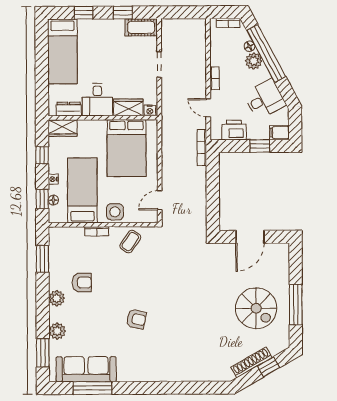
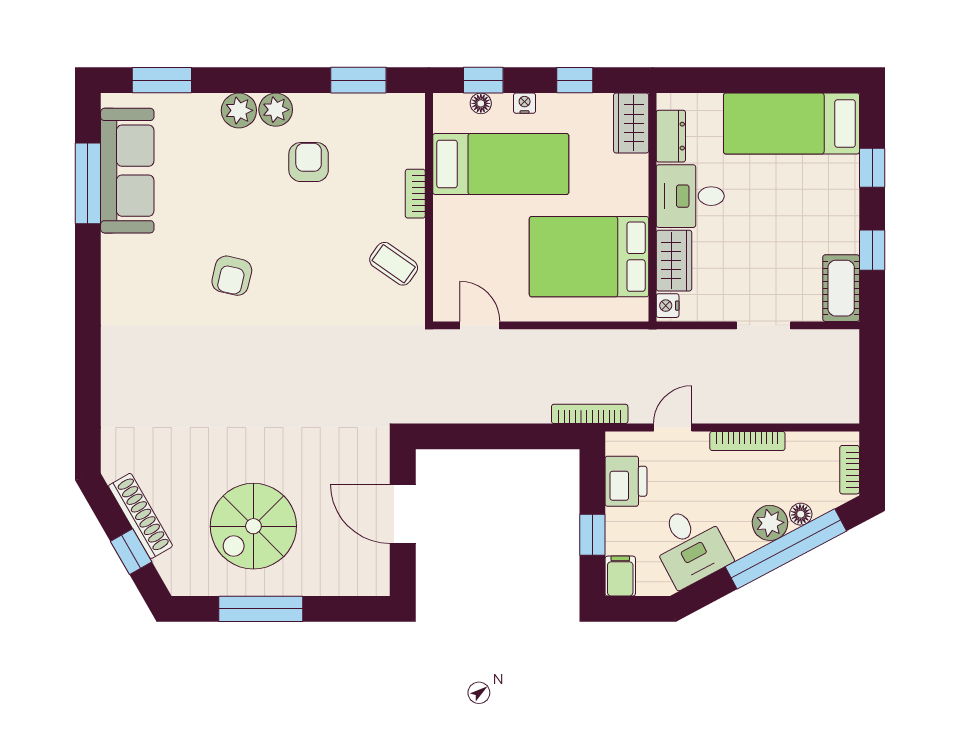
bookcase: (215, 78) -> (747, 441), width x1.56
side table: (115, 212) -> (456, 232), removed
armchair: (82, 282) -> (309, 162), turned 180
plant: (57, 331) -> (239, 110), moved

